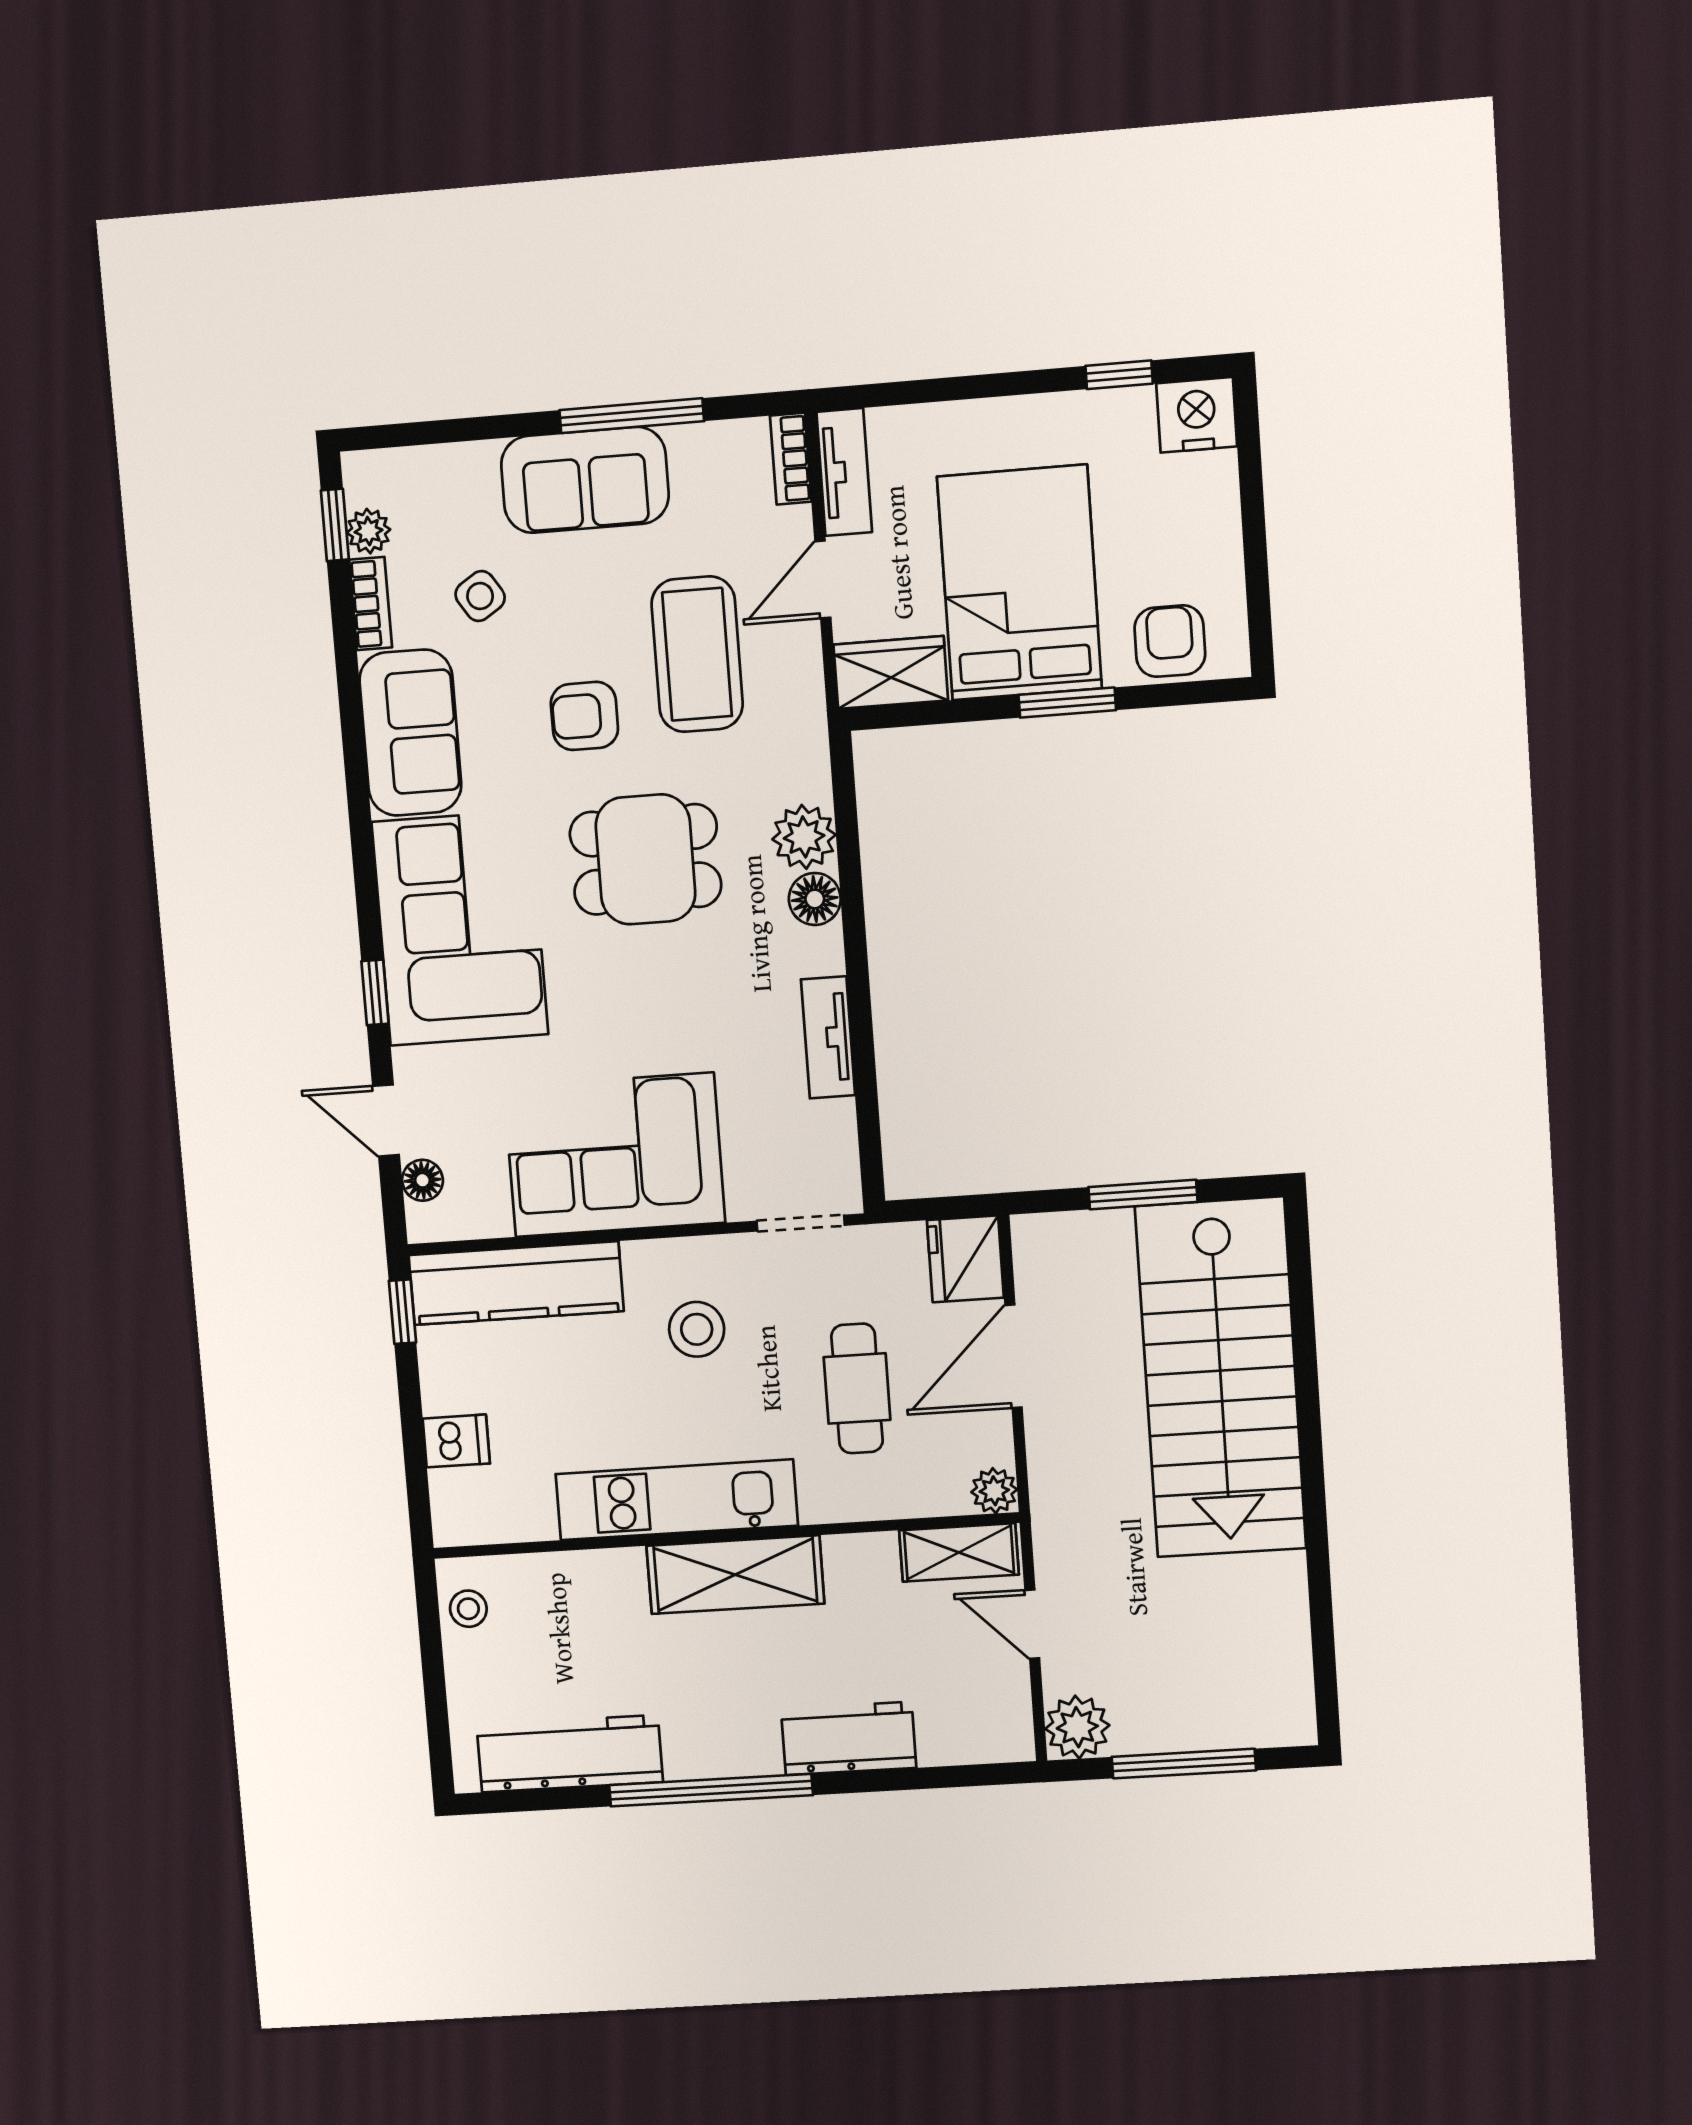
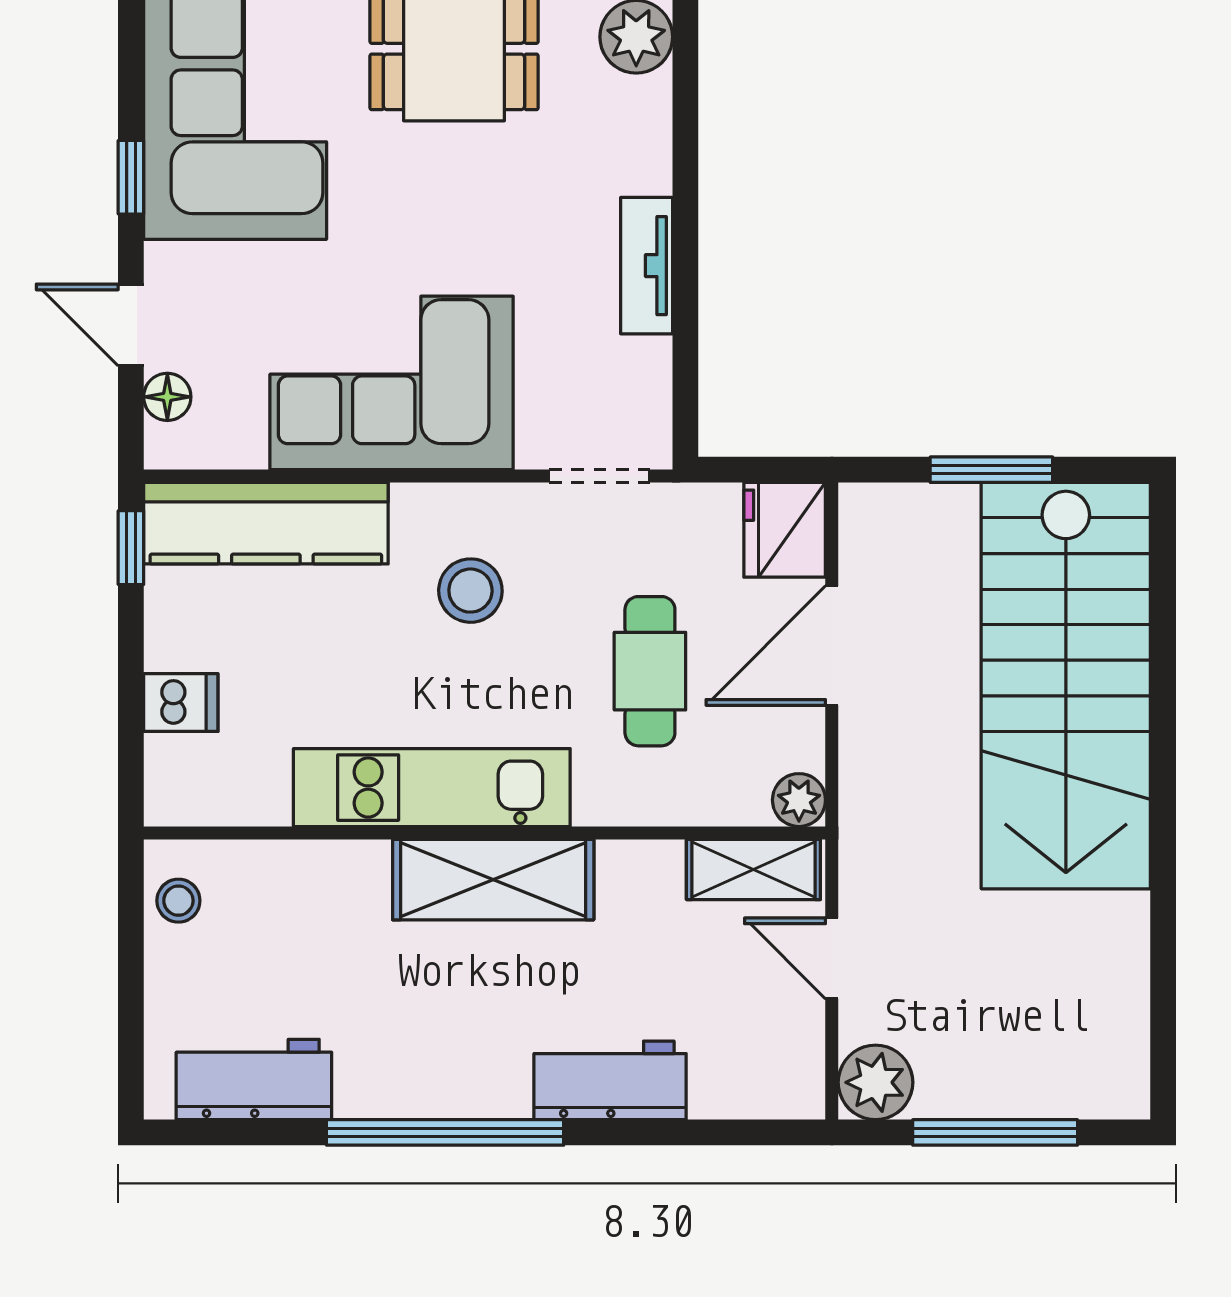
floor lamp: (815, 899) -> (643, 108), removed
workbench: (570, 1754) -> (254, 1080), width x0.73

